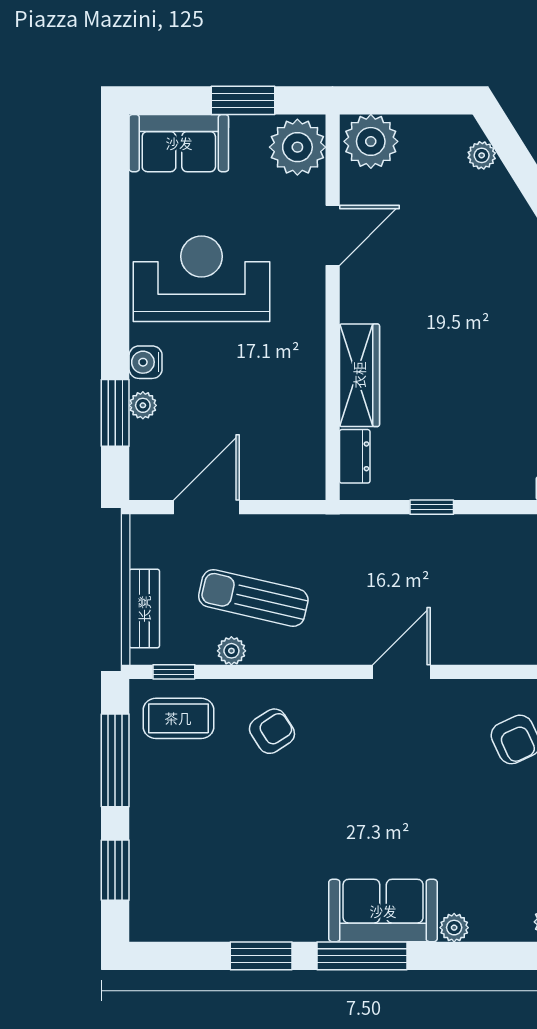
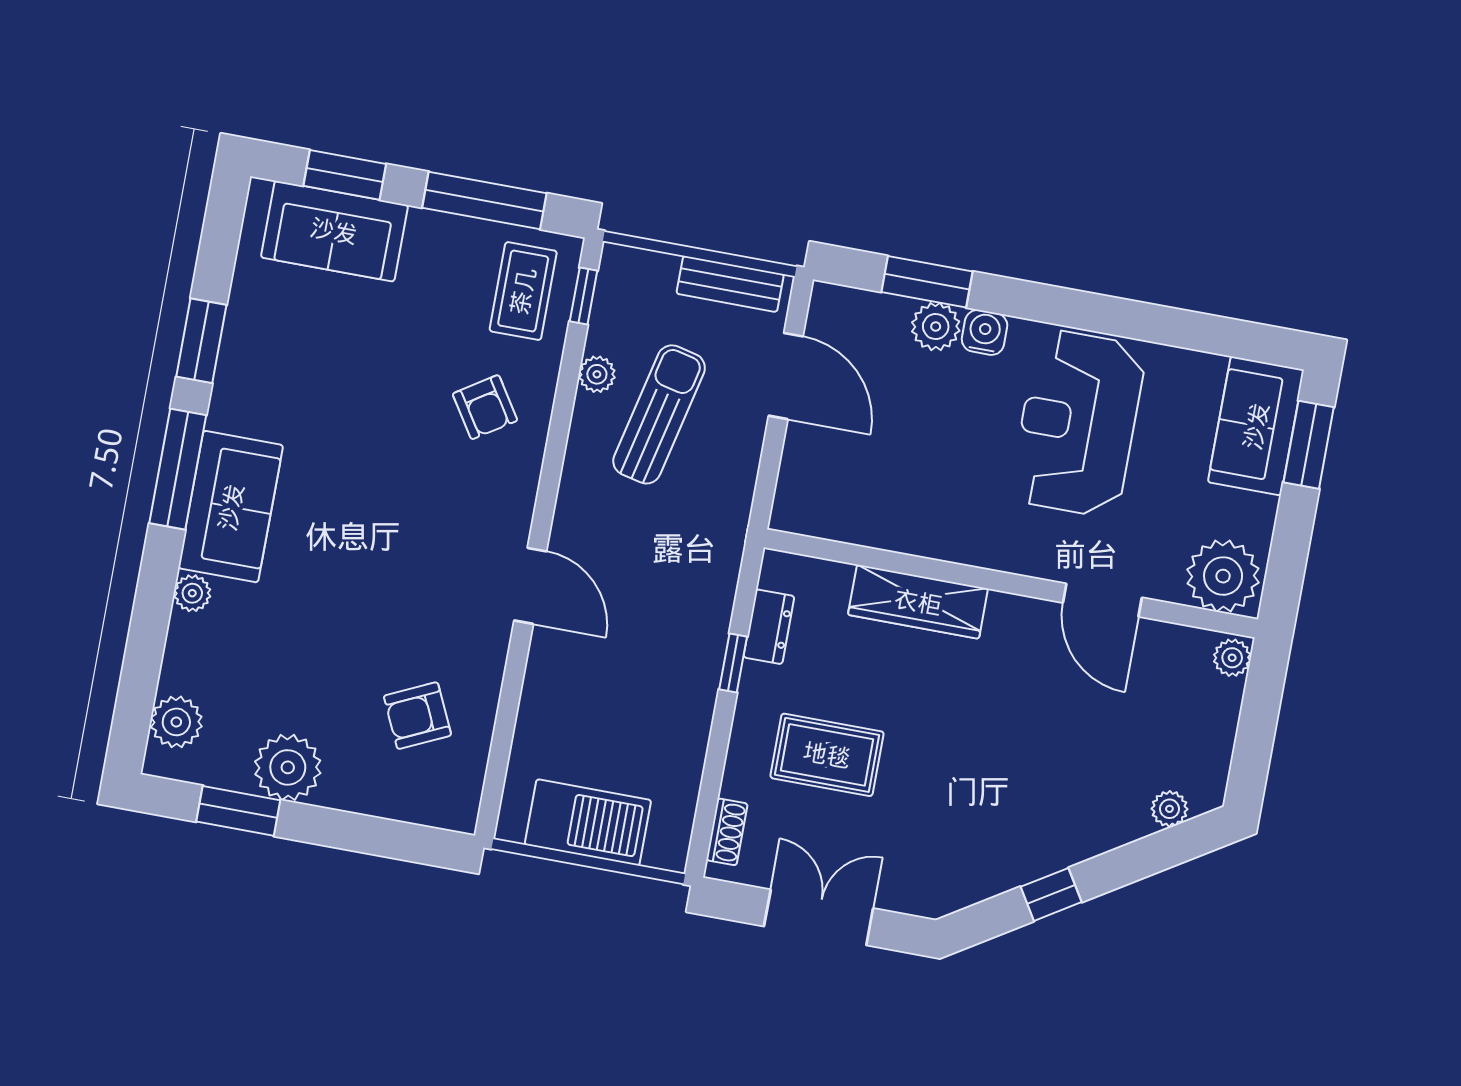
window: (243, 100) -> (1309, 445), moved
plant: (371, 141) -> (1232, 658), width x0.53, depth x0.53
reception desk: (201, 279) -> (1078, 423), turned 180
plant: (143, 405) -> (936, 327), width x1.38, depth x1.38
rug: (488, 423) -> (827, 755), added
dresser: (355, 456) -> (769, 627), moved, turned -90
bench: (144, 609) -> (730, 284), moved
sofa: (159, 870) -> (334, 231), added

